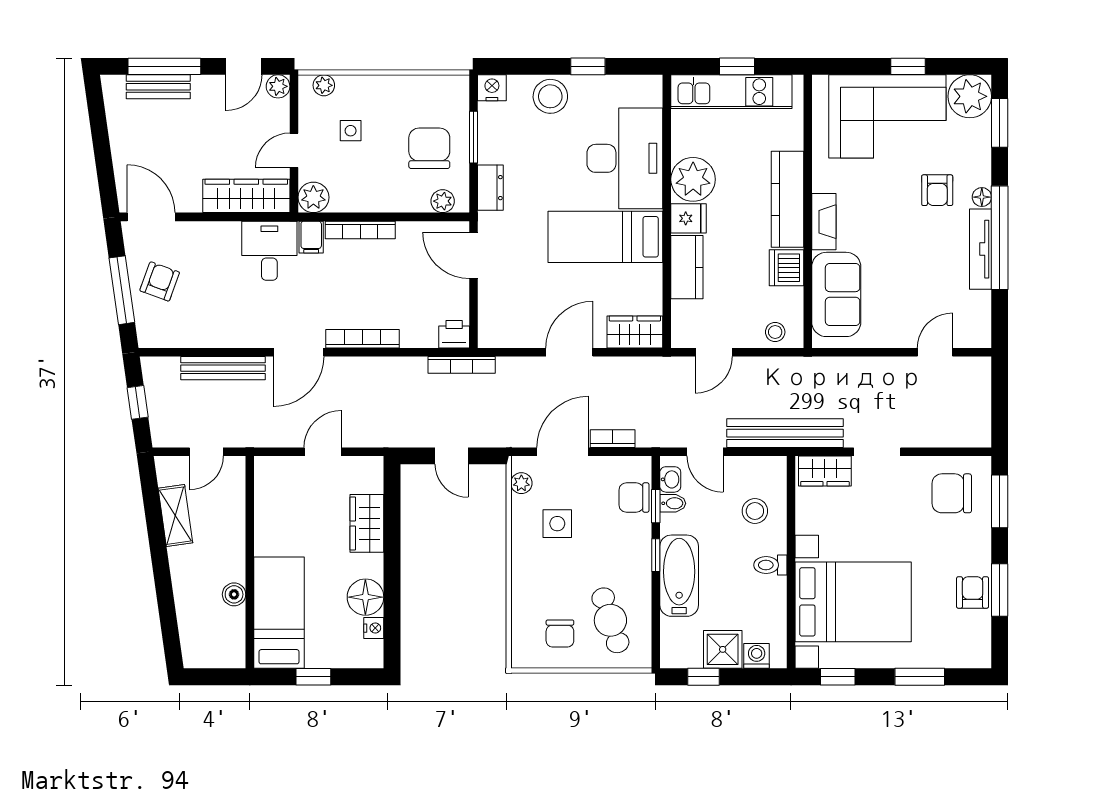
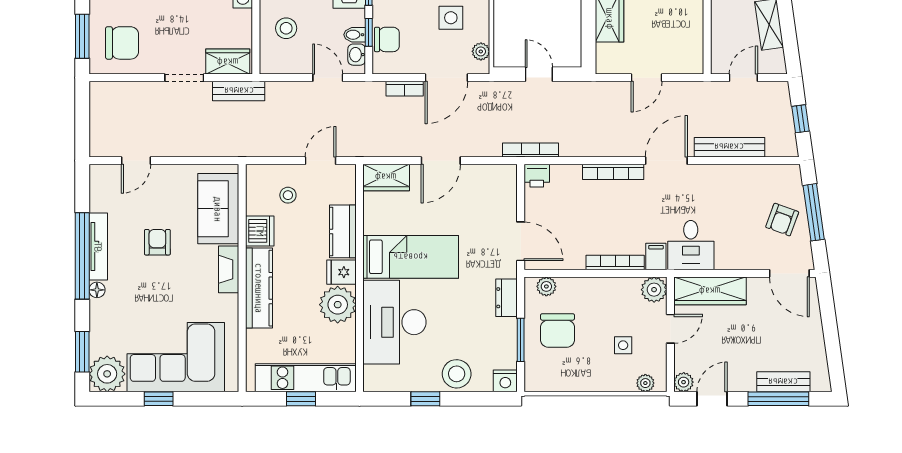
armchair: (937, 190) -> (157, 242), moved
stool: (775, 332) -> (288, 195), moved
bench: (785, 433) -> (239, 91), width x0.54, depth x0.82

